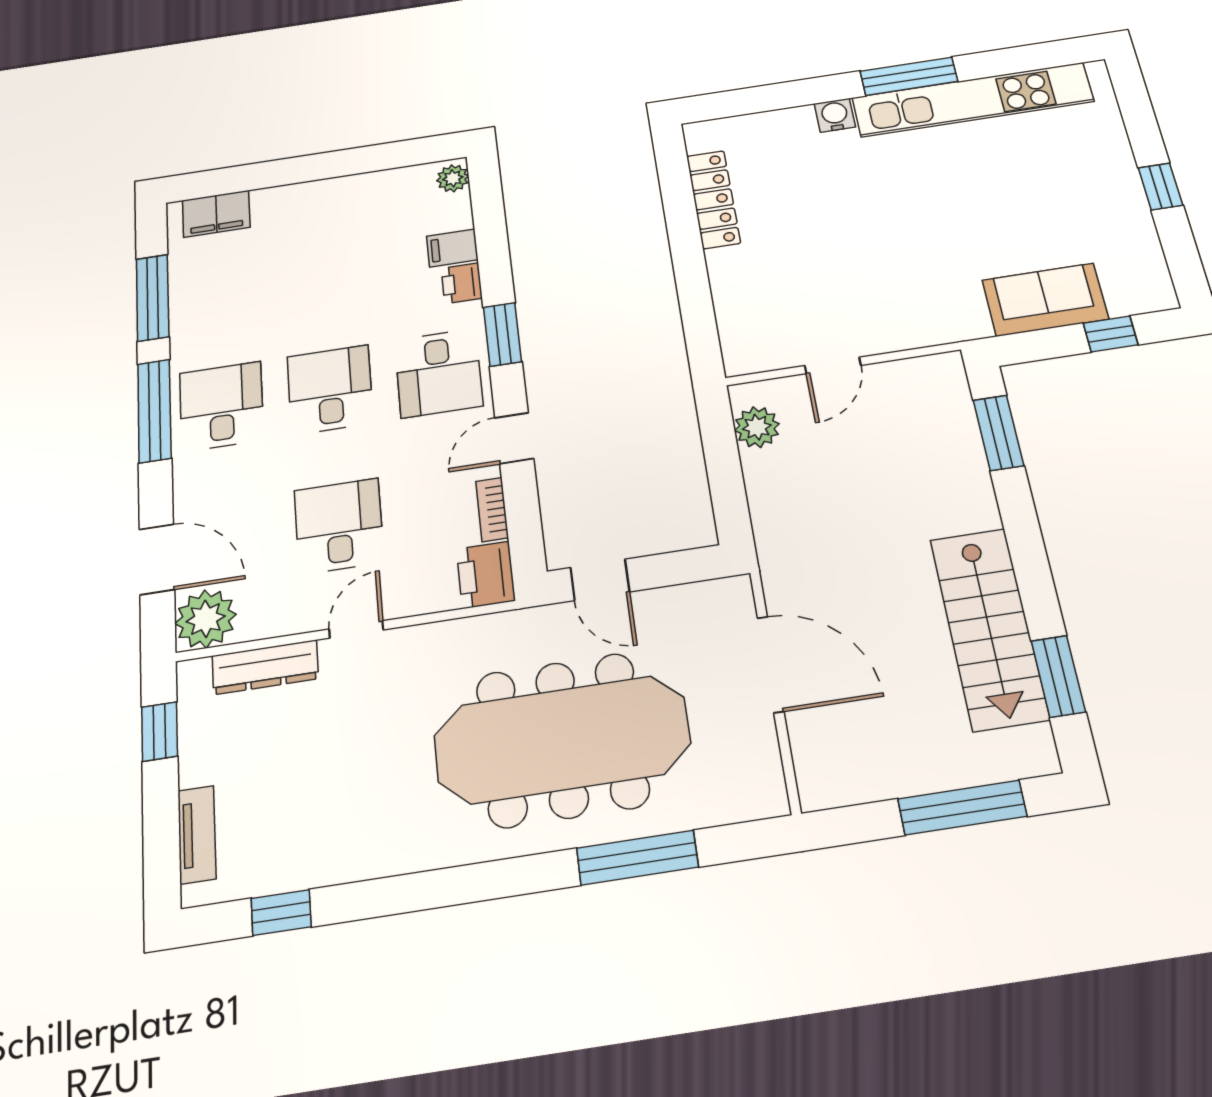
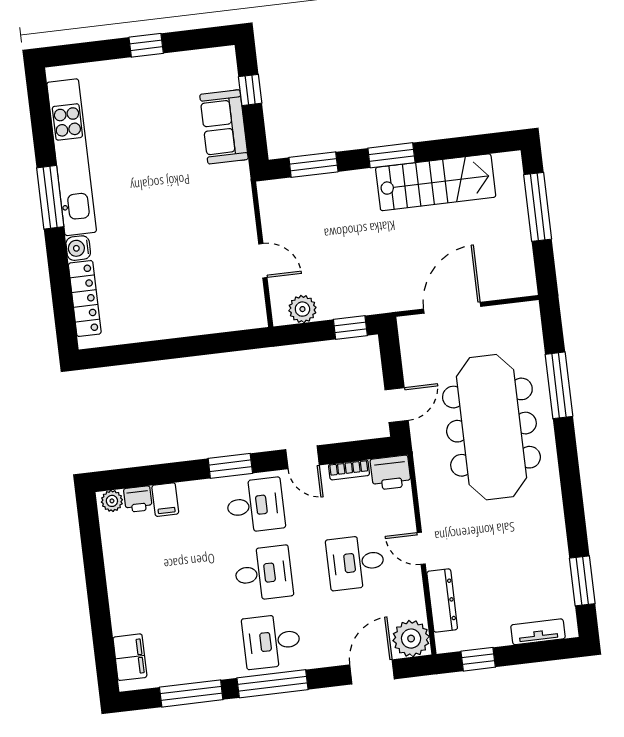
locker: (713, 199) -> (85, 298), moved, turned 90
printer: (462, 283) -> (138, 499), moved
desk: (330, 390) -> (263, 573), turned 180
window: (729, 501) -> (350, 327), added
window: (1058, 676) -> (391, 155), moved
window: (281, 913) -> (582, 581), width x1.50

